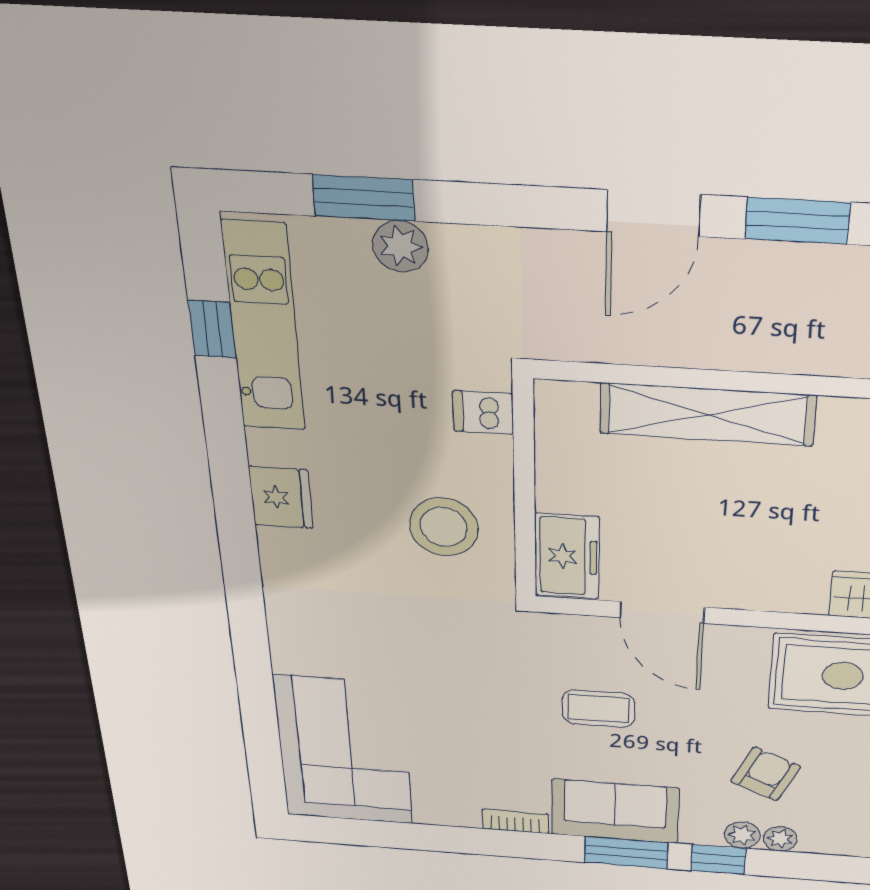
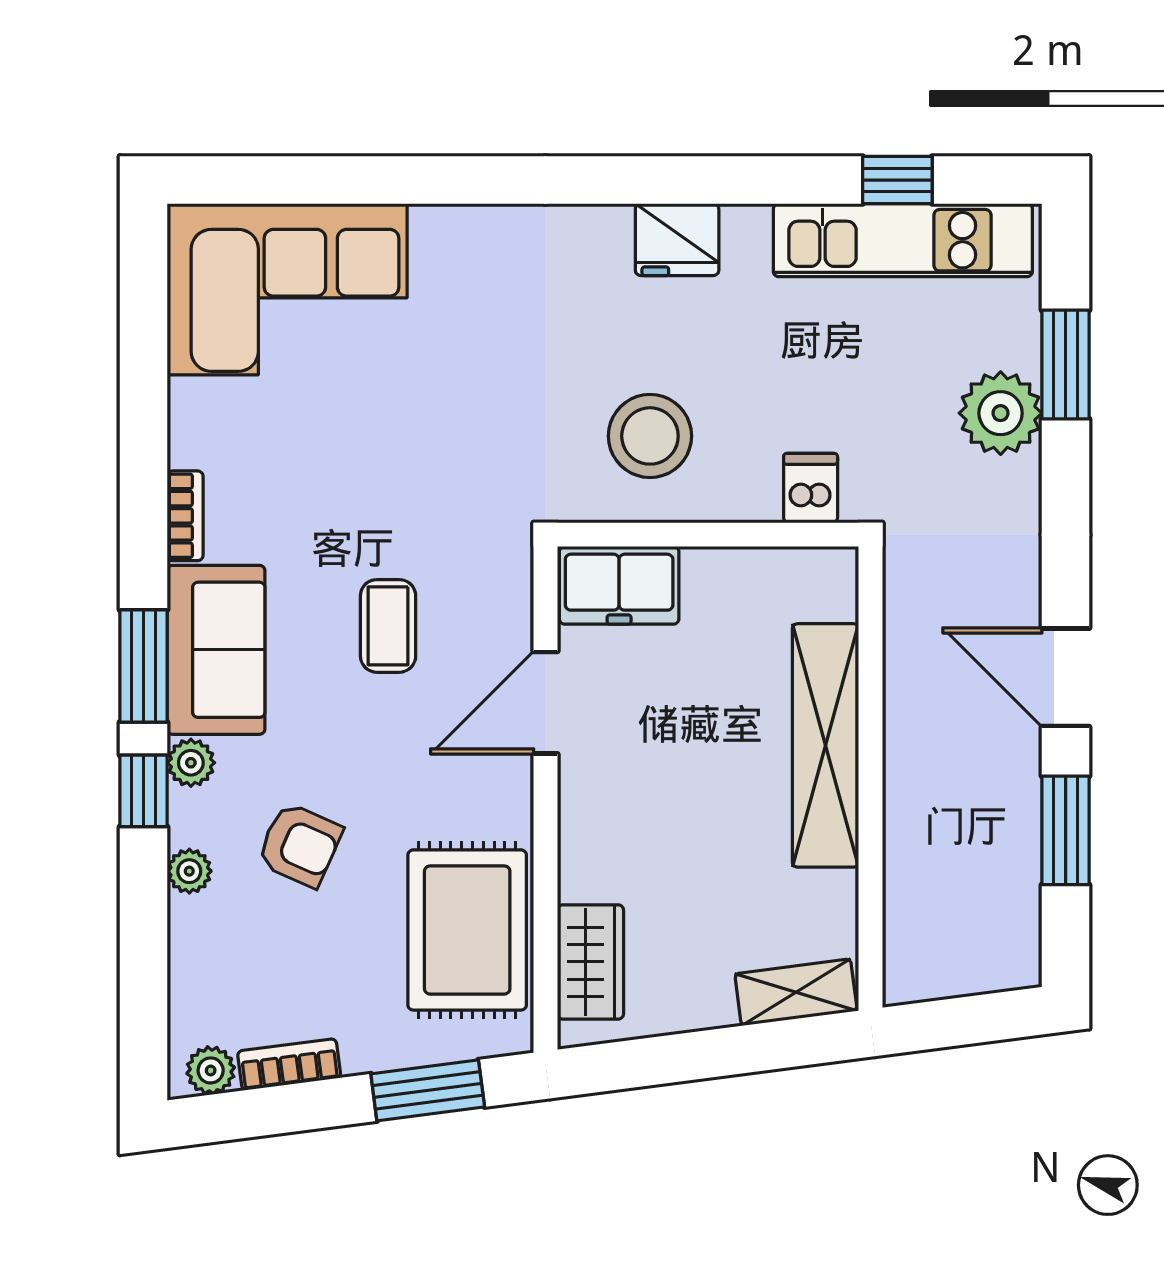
plant: (400, 246) -> (1001, 413), width x1.36, depth x1.36
plant: (742, 835) -> (191, 763), moved

